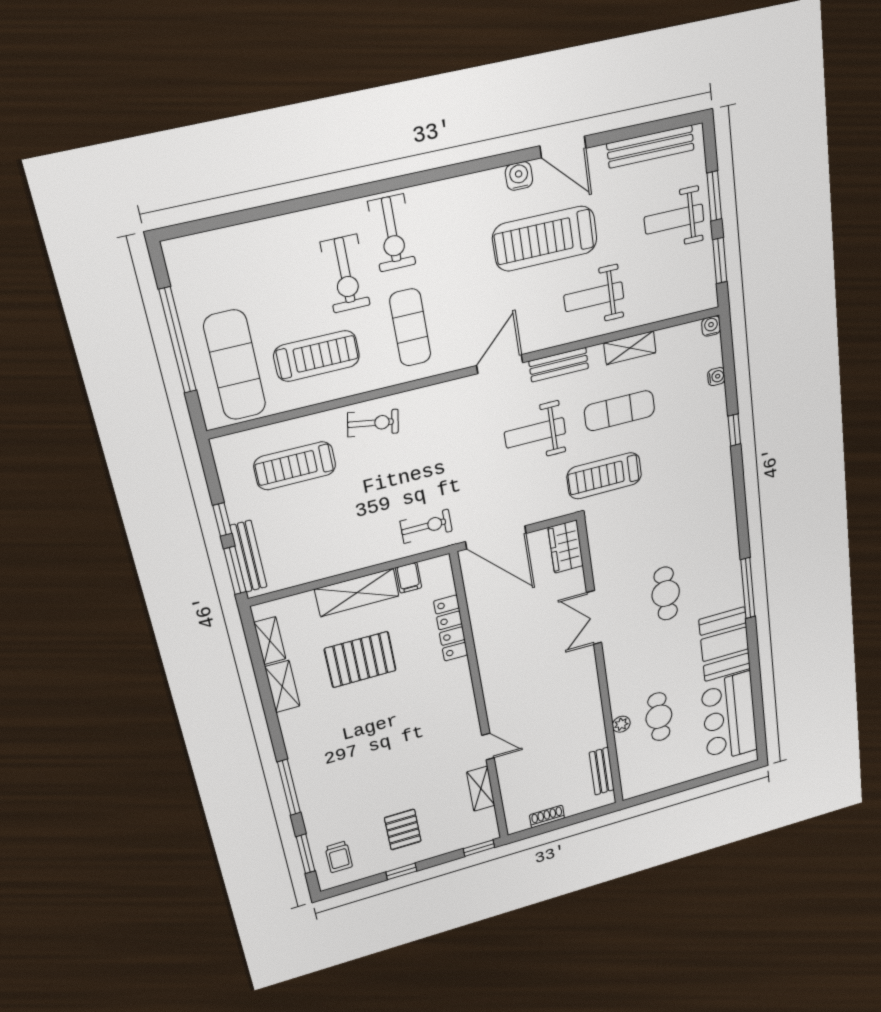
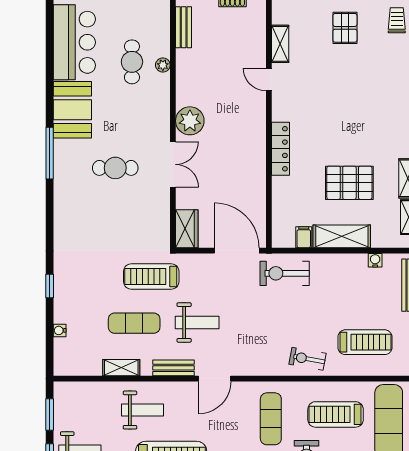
water cooler: (711, 326) -> (375, 260), moved, turned 180
treadmill: (604, 476) -> (151, 277), turned 180
exercise bike: (426, 526) -> (285, 273), width x1.38, depth x1.39
cafe table: (666, 594) -> (115, 168), turned 90
locker: (451, 628) -> (281, 149), moved
plant: (580, 673) -> (190, 121), added

